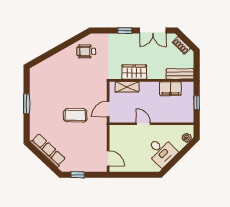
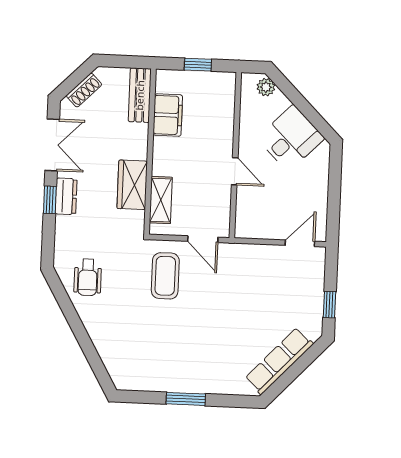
dresser: (127, 39) -> (66, 196), added
coffee table: (75, 115) -> (165, 276), moved
door: (143, 124) -> (235, 171), swing flipped

